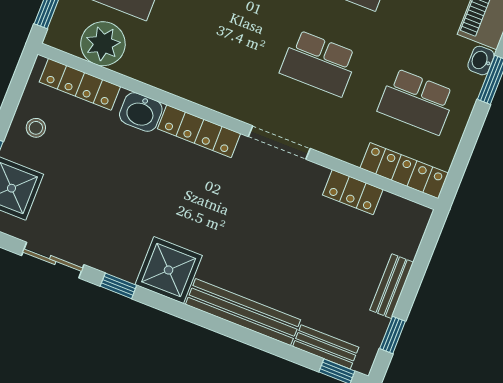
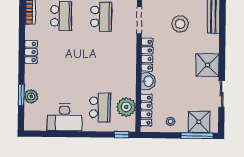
stool: (238, 228) -> (180, 24), added
shower: (169, 270) -> (208, 65), moved
window: (118, 286) -> (222, 64), removed

